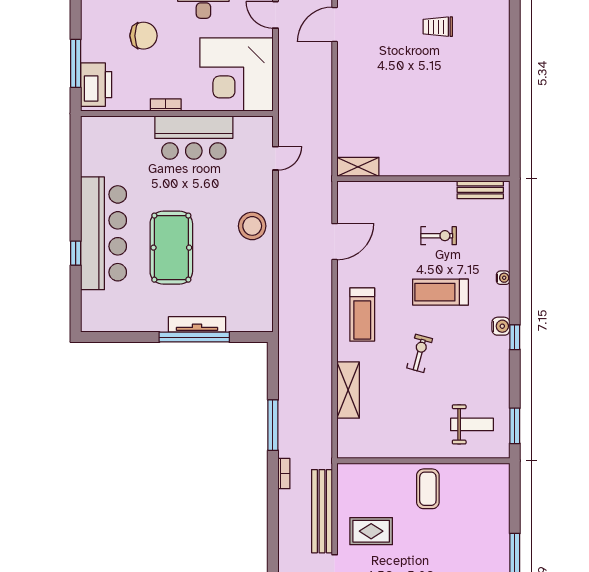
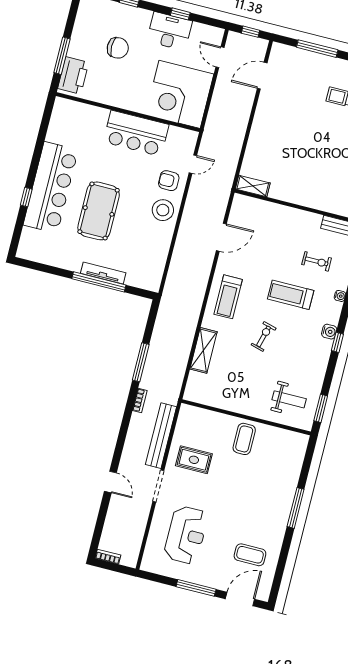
bookcase: (166, 105) -> (121, 104), removed
armchair: (250, 187) -> (169, 181), added
exercise bike: (439, 236) -> (317, 261), moved

